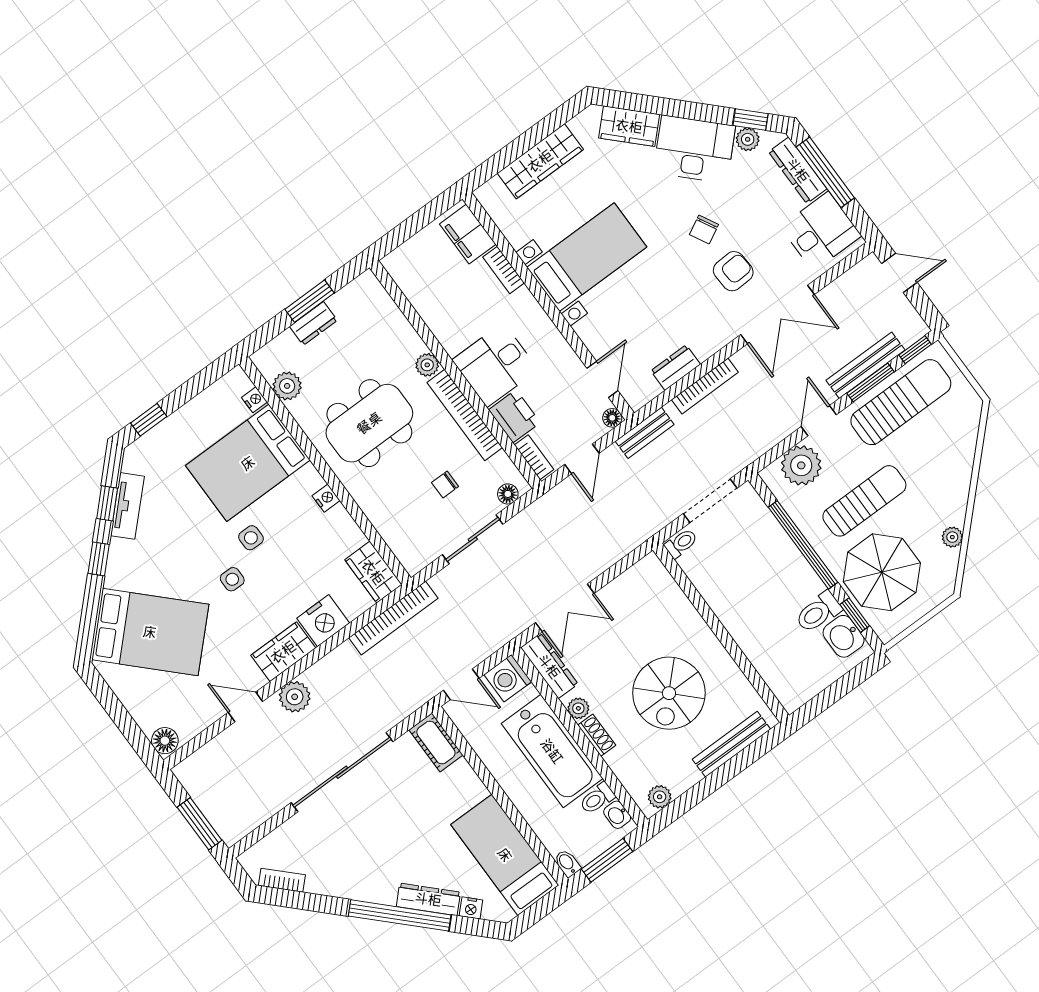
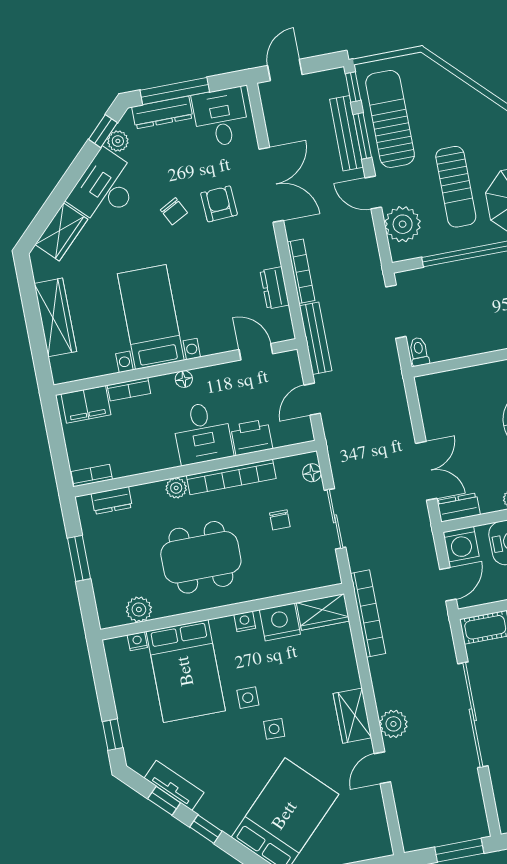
dresser: (313, 323) -> (112, 501), moved, turned 90
floor lamp: (612, 418) -> (184, 379), moved
dining table: (369, 423) -> (201, 557), turned 90
bench: (645, 433) -> (316, 338), width x1.36
bookcase: (534, 457) -> (92, 475), moved
door: (582, 459) -> (312, 399), swing flipped
sun lounger: (864, 501) -> (456, 187), turned 180
nightstand: (323, 621) -> (280, 622), moved, turned -90
dresser: (549, 666) -> (459, 507), width x0.70
floor lamp: (165, 741) -> (379, 846), removed

